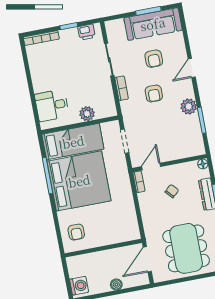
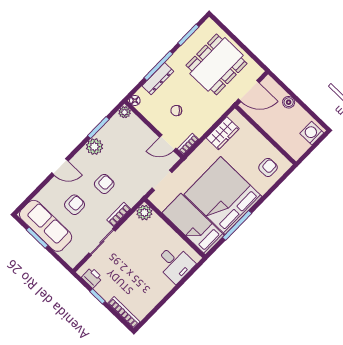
plant: (87, 114) -> (144, 213), moved
plant: (199, 149) -> (125, 112), added
wardrobe: (128, 215) -> (223, 133), added

